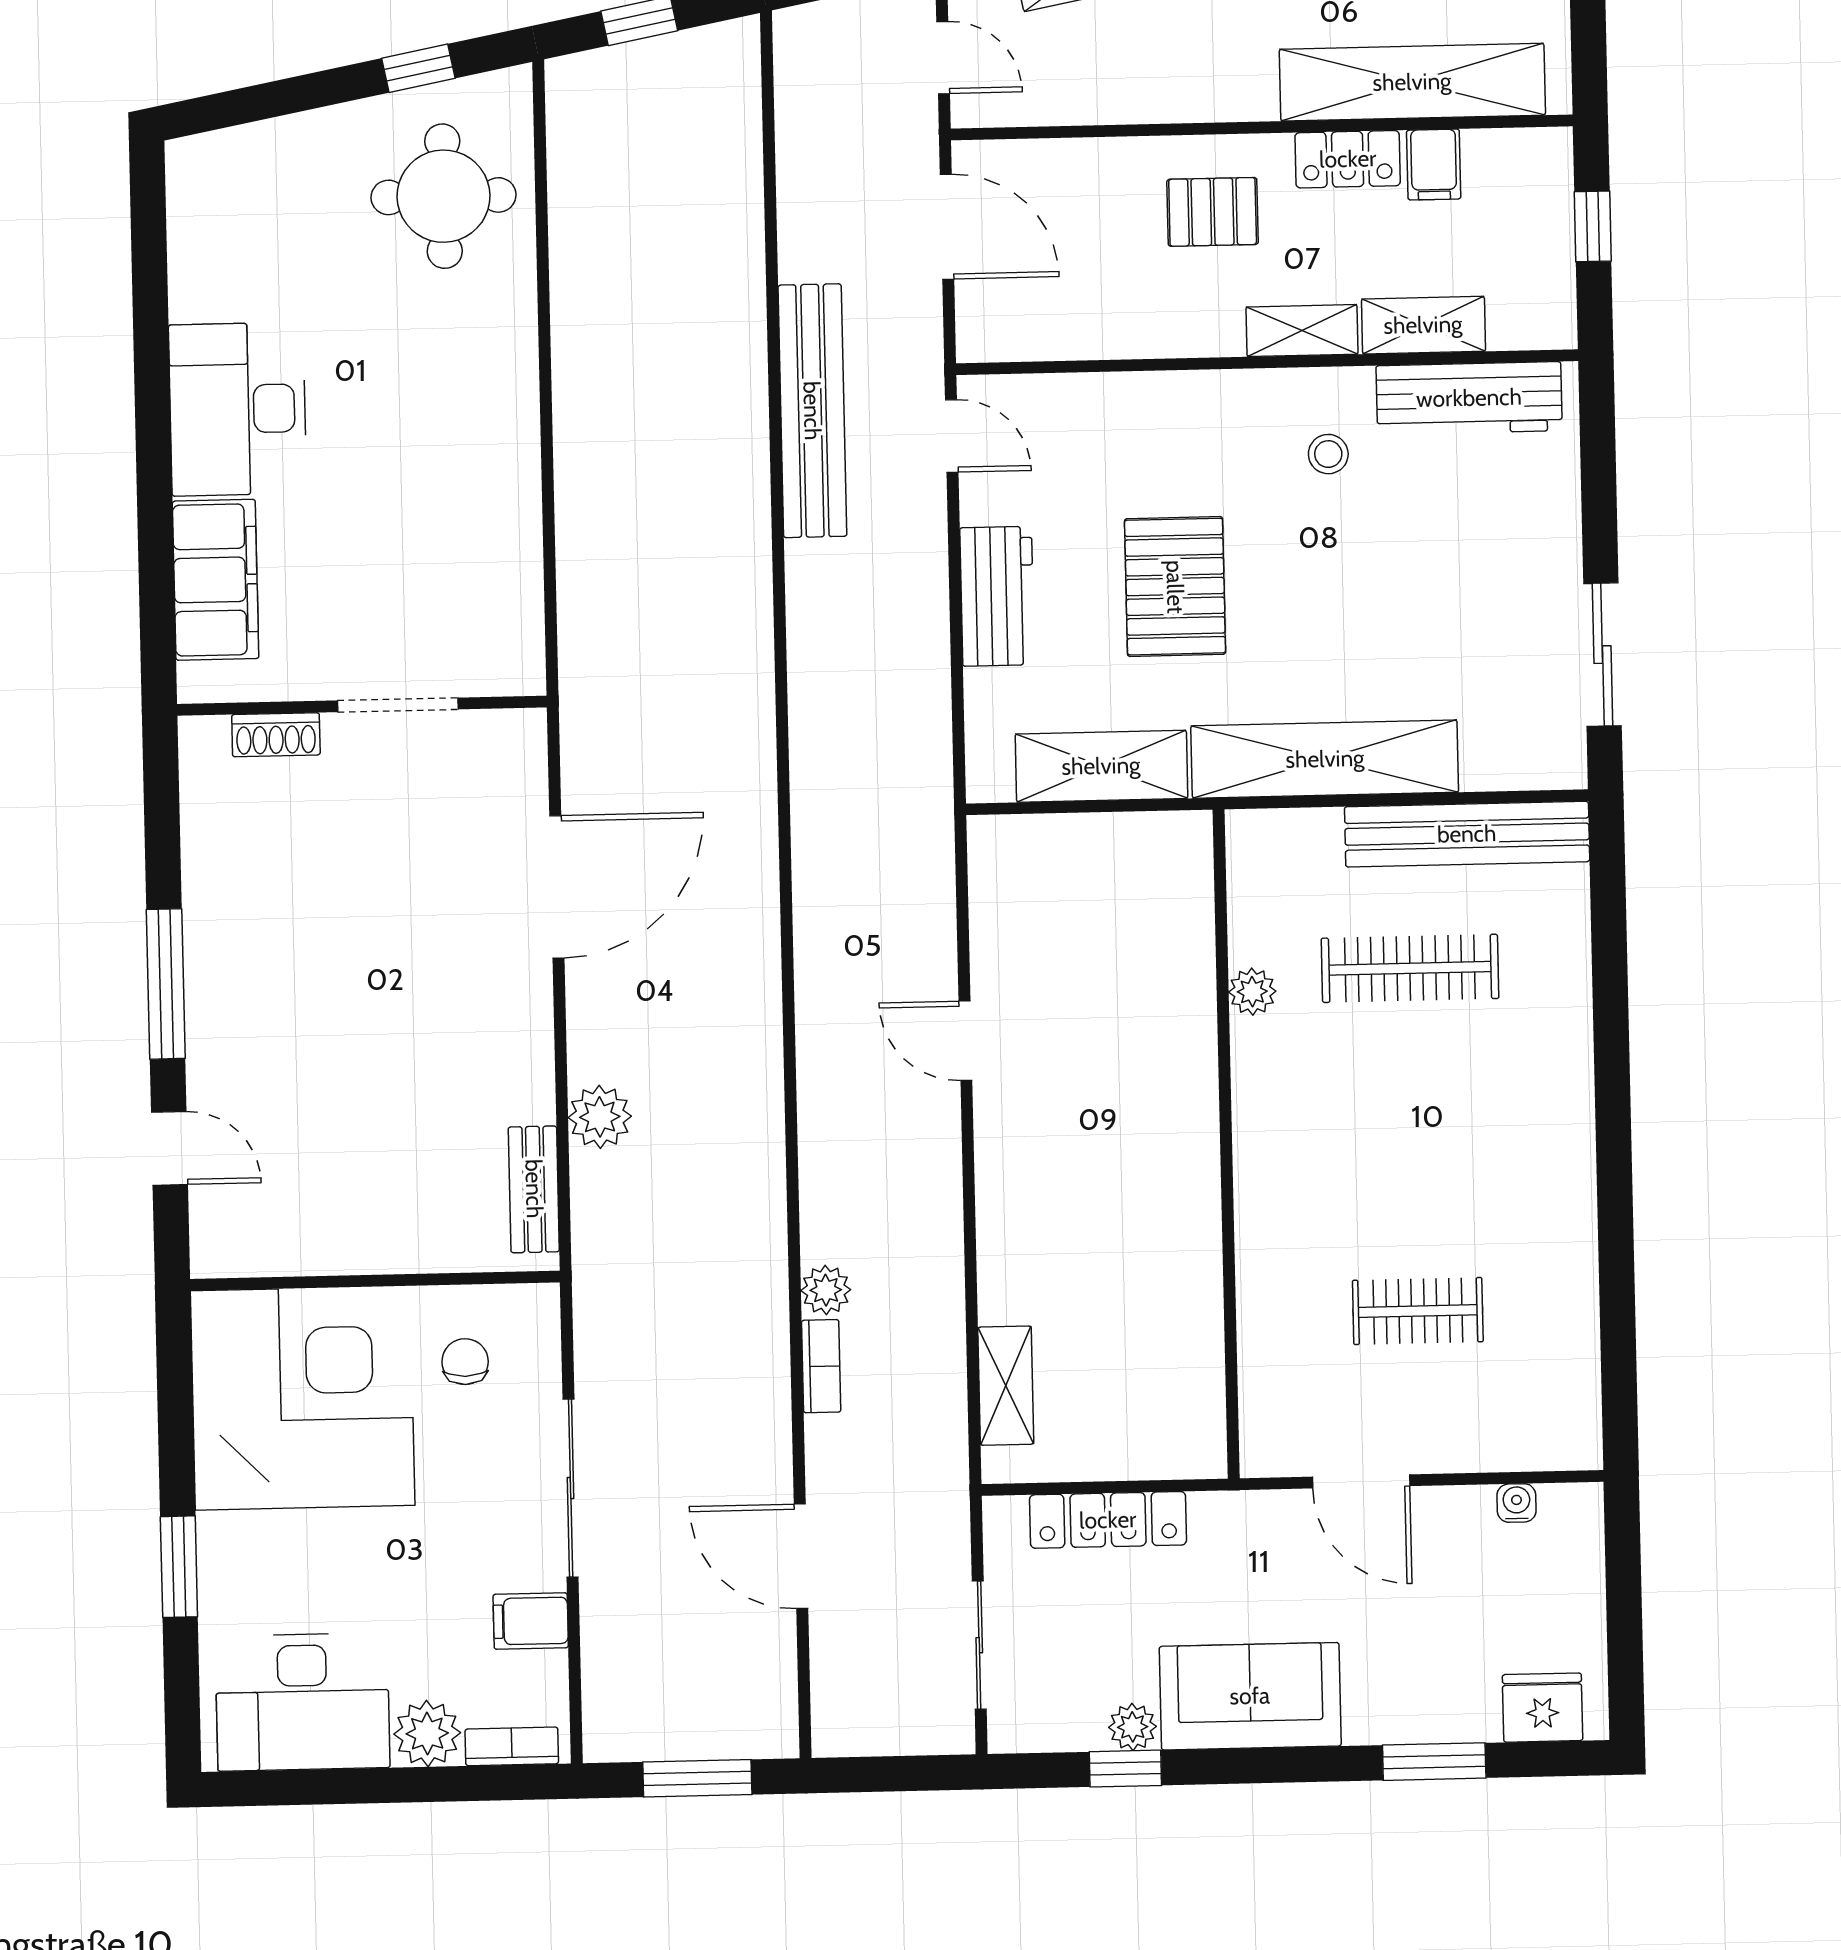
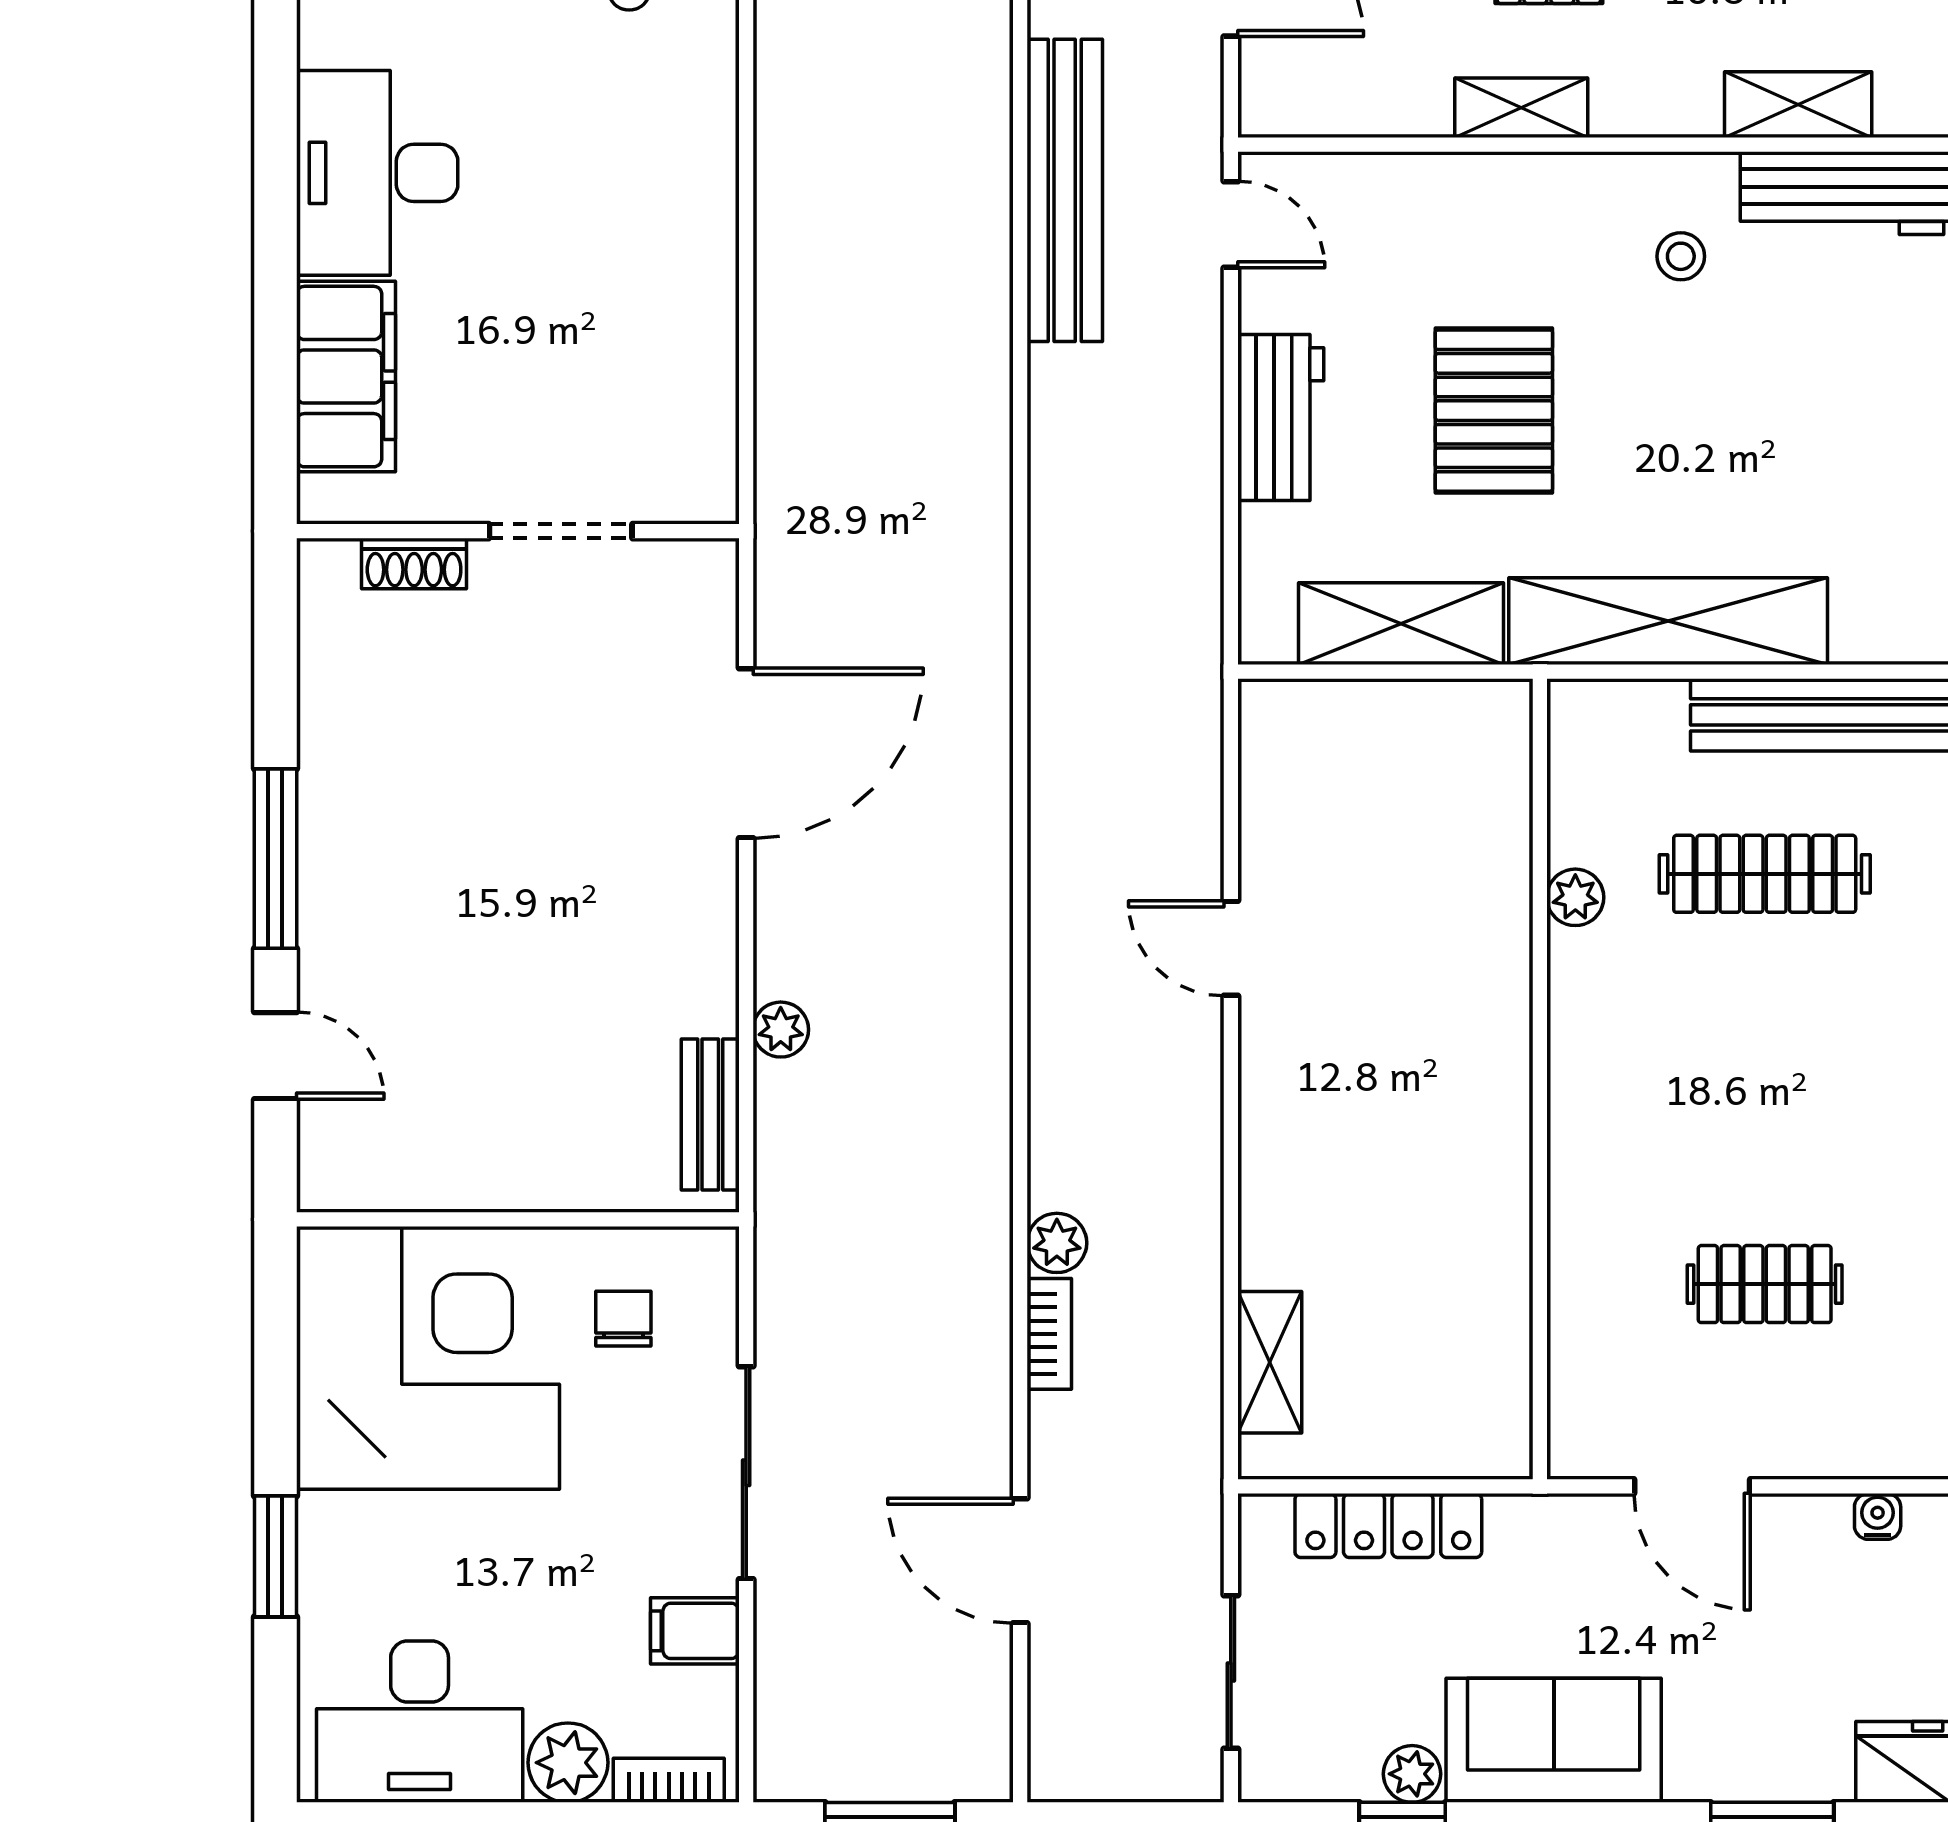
shelving: (1302, 331) -> (1521, 108), moved
plant: (600, 1117) -> (781, 1030), width x0.73, depth x0.73

